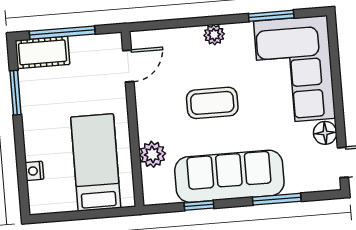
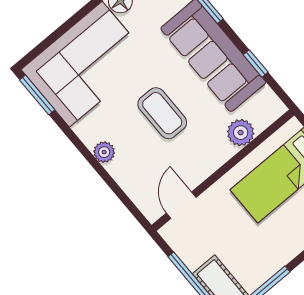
window: (271, 16) -> (37, 95), moved
door: (128, 66) -> (181, 205), hinge flipped

